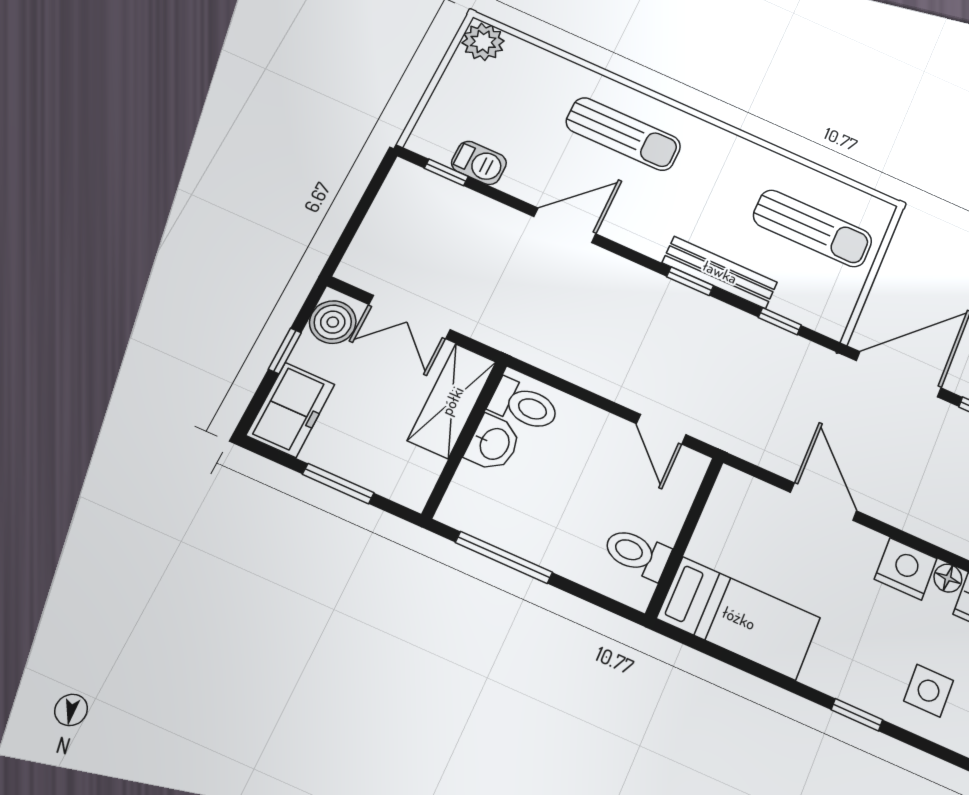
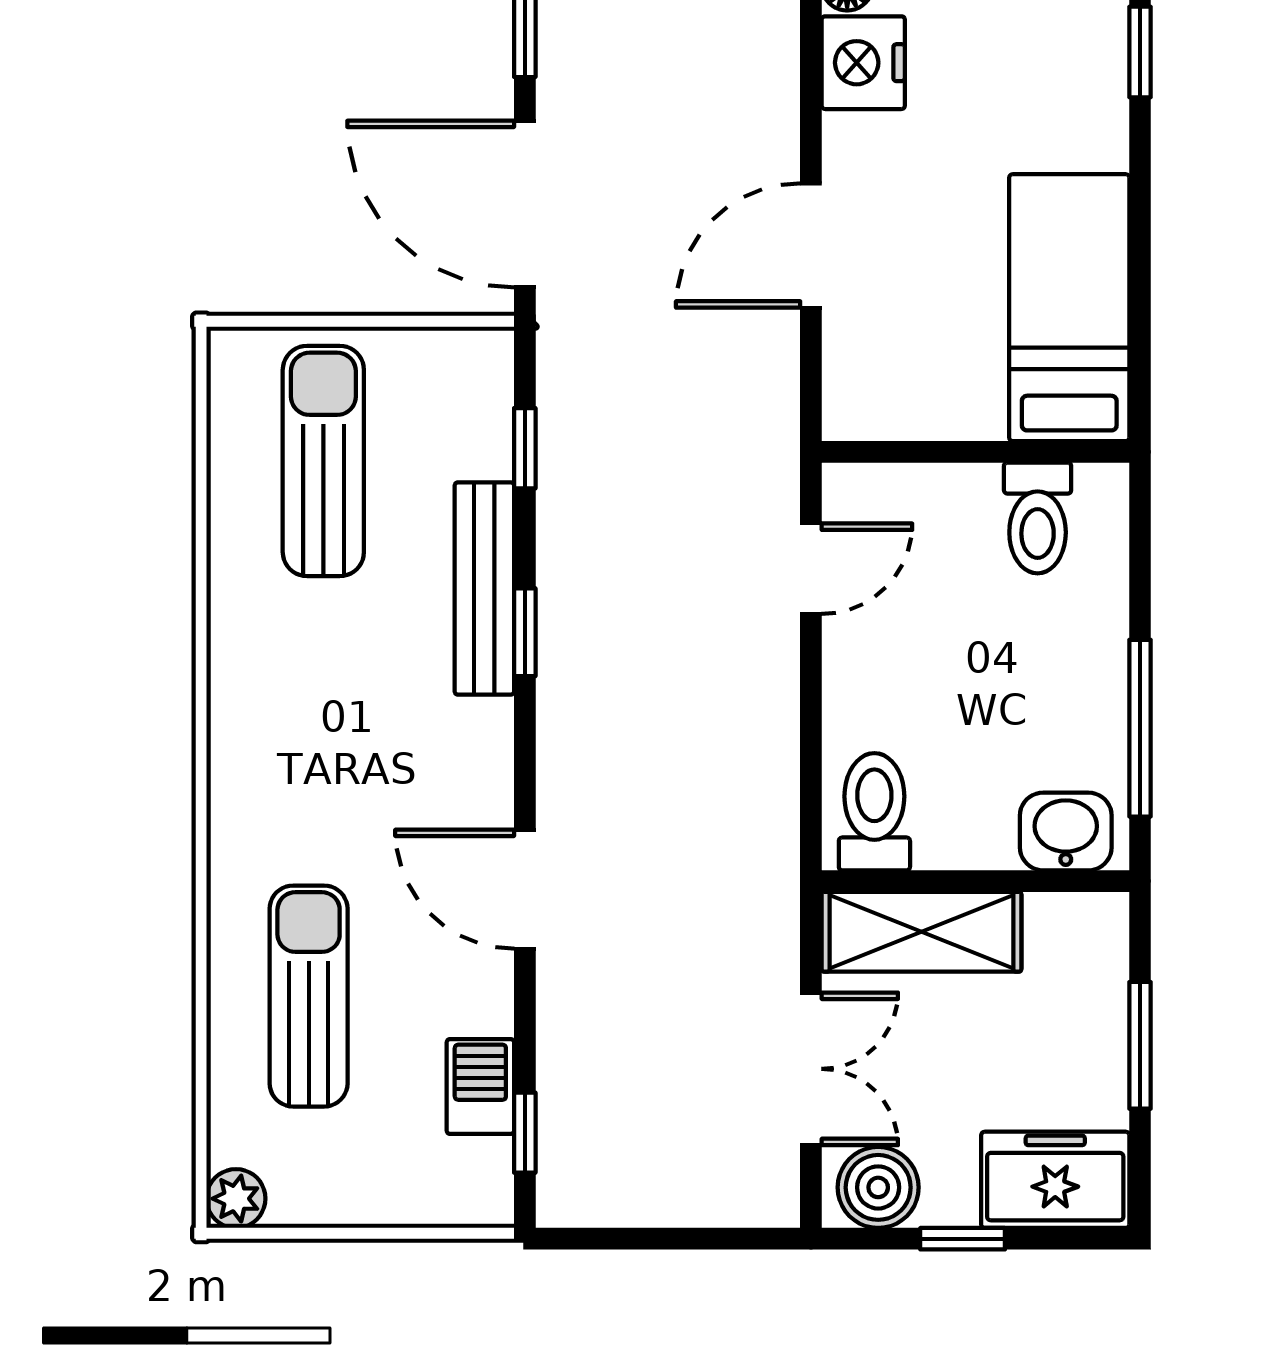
plant: (483, 42) -> (236, 1199), width x0.73, depth x0.73
sun lounger: (623, 134) -> (309, 996), moved
washbasin: (493, 443) -> (1066, 831), moved

